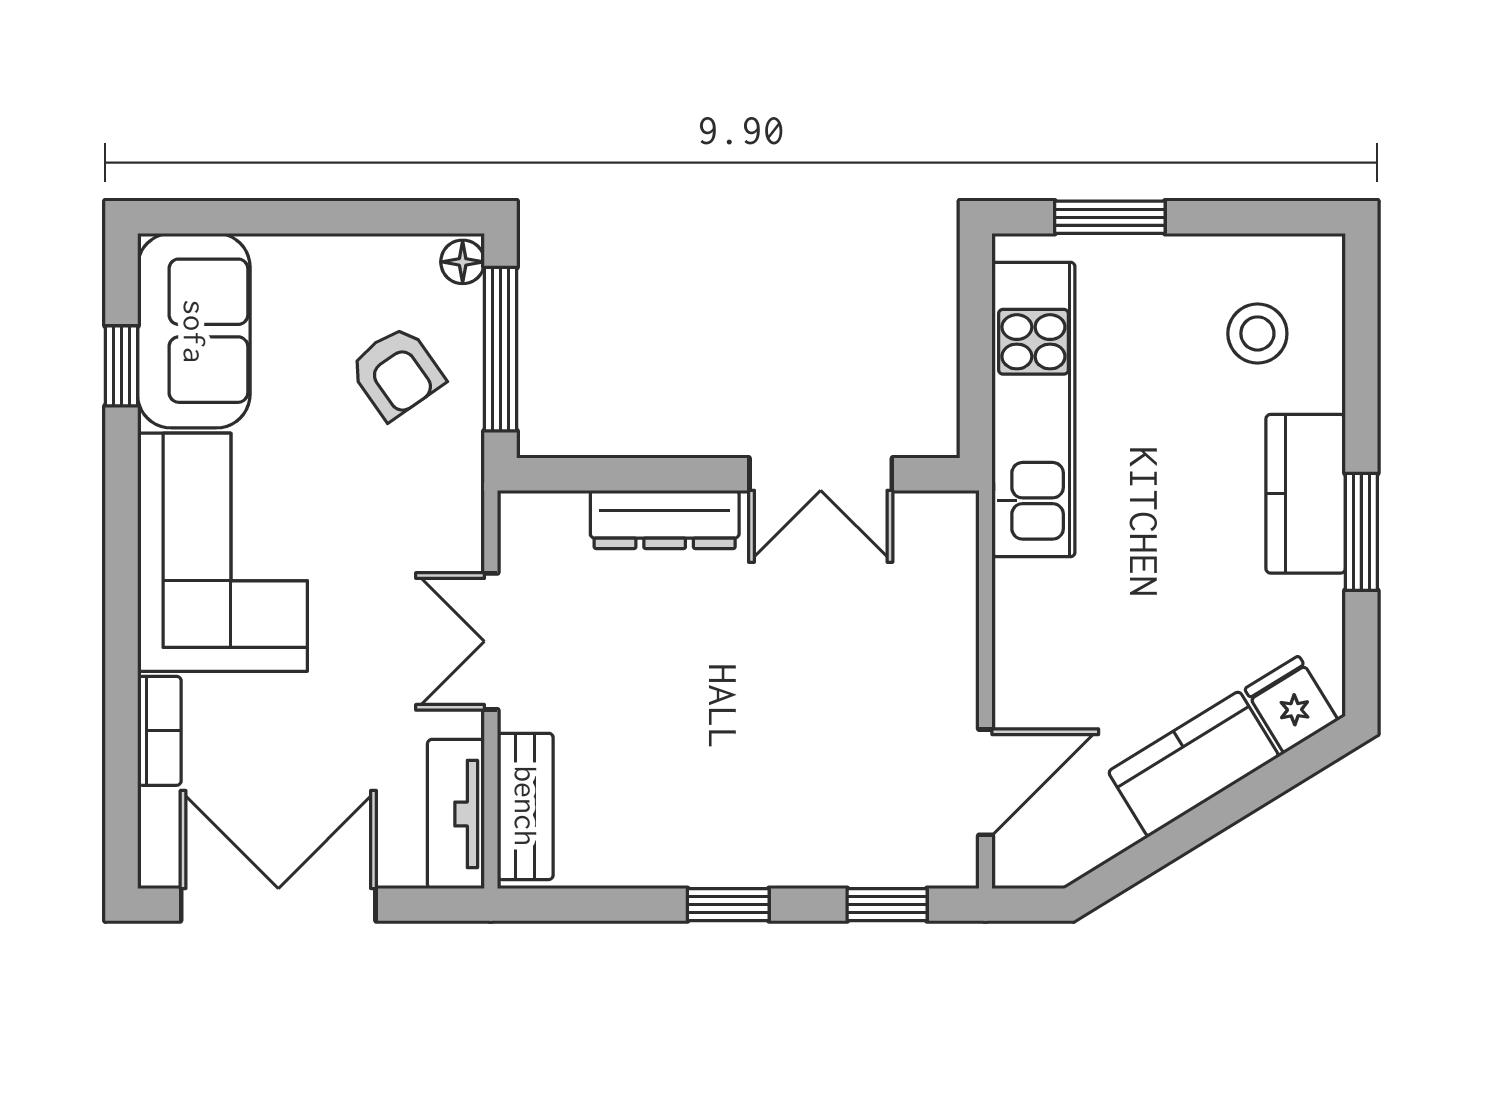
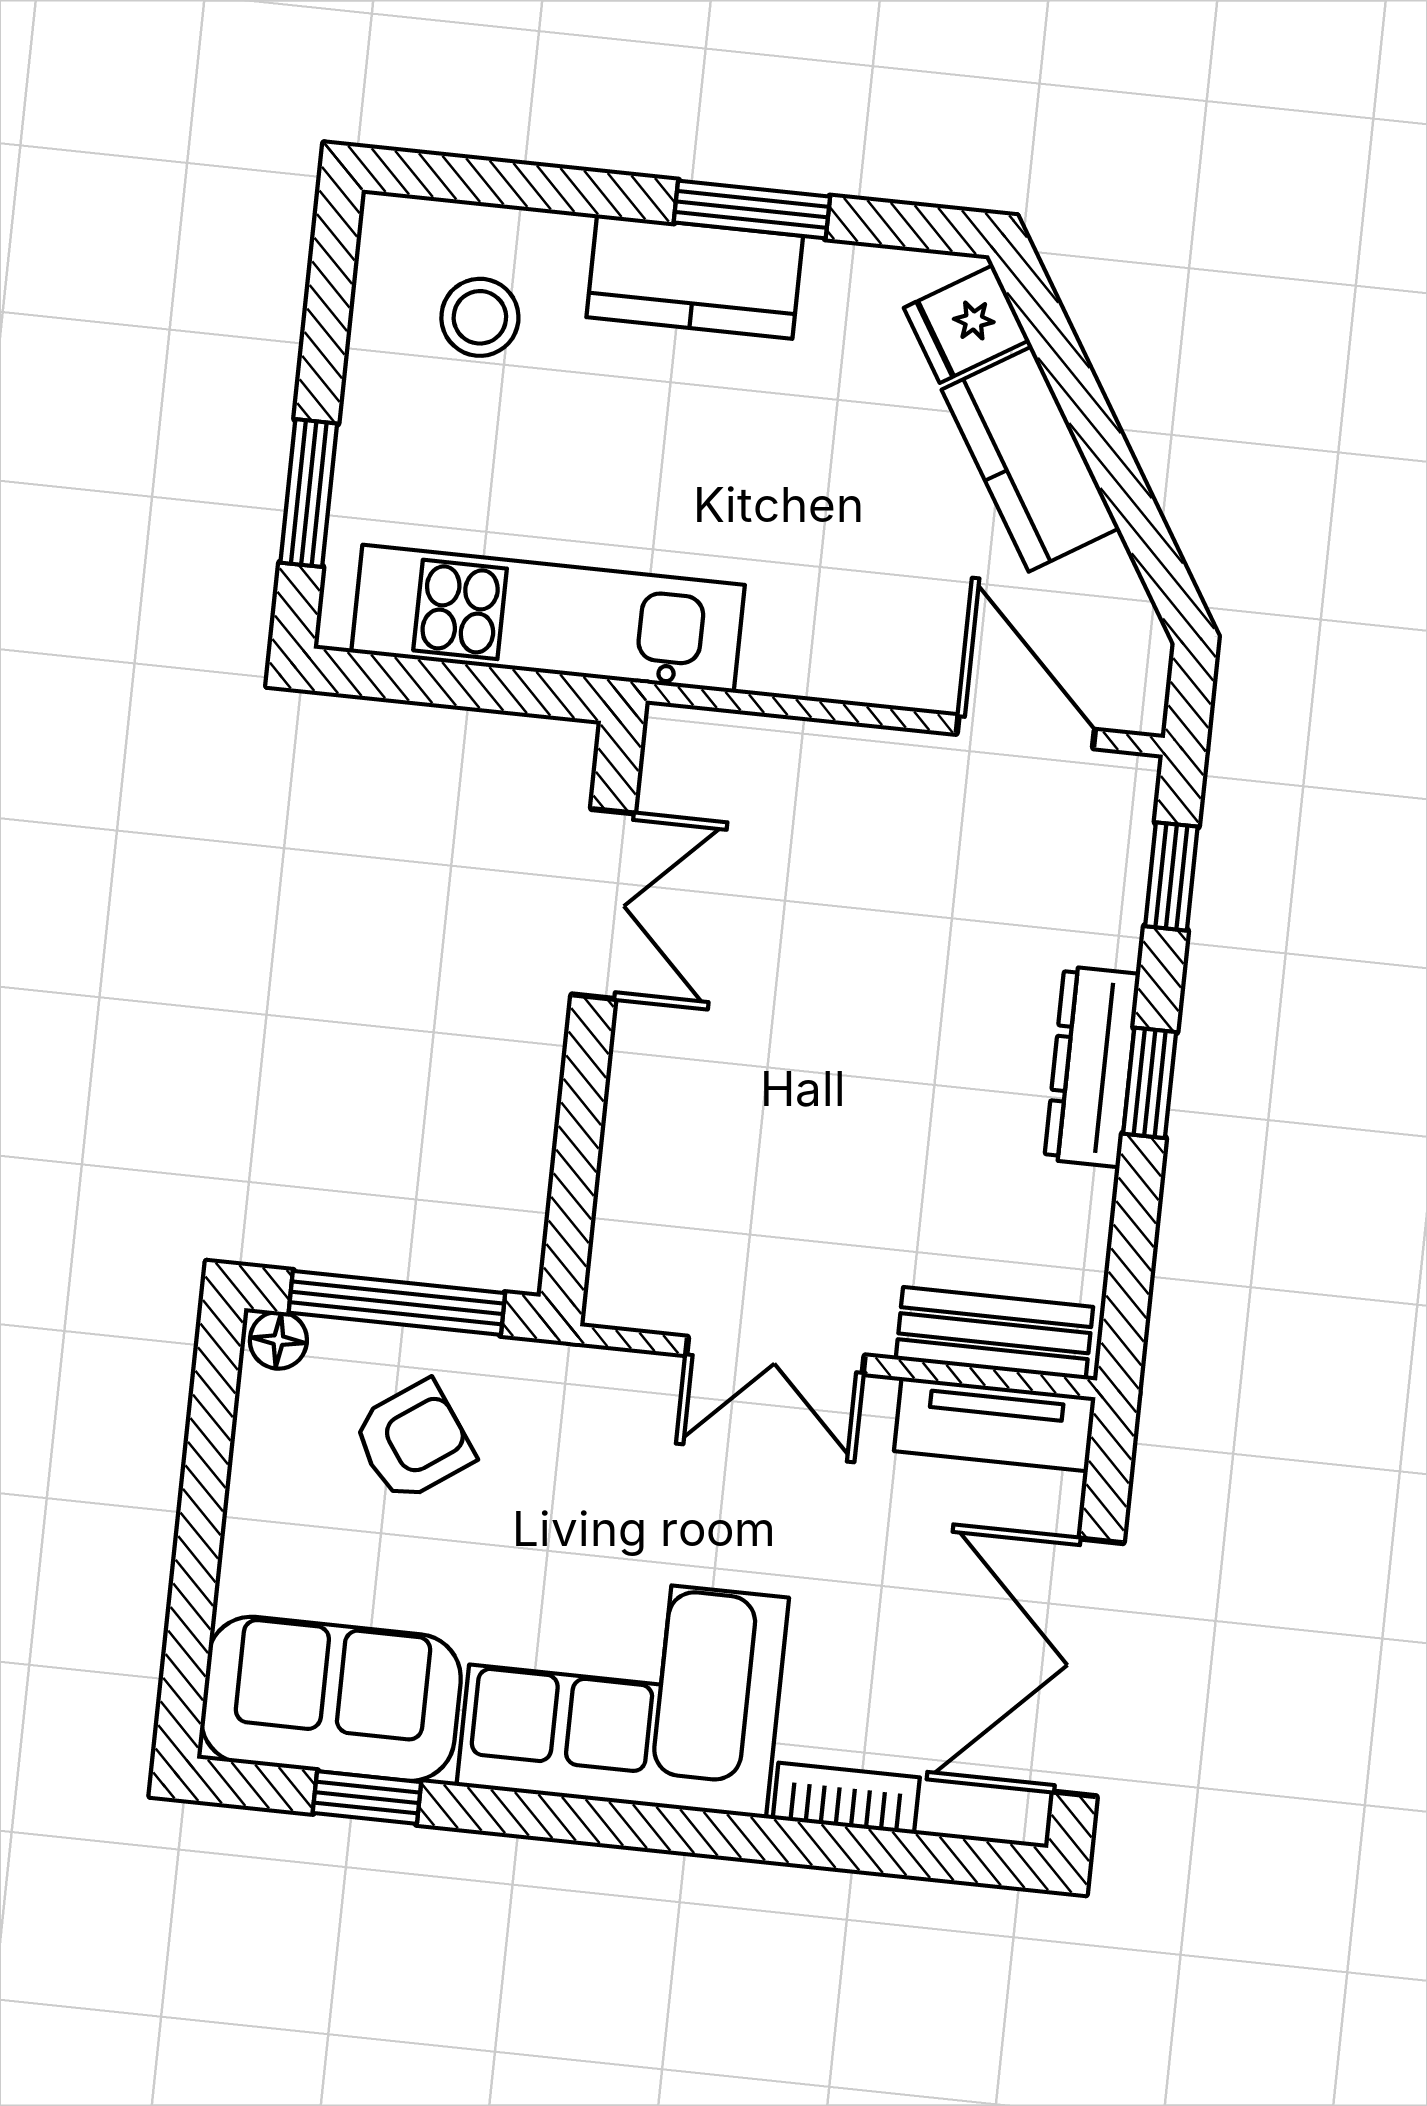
dresser: (665, 519) -> (1092, 1067), moved, turned 180

